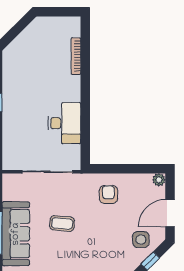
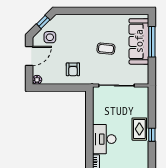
rug: (15, 111) -> (139, 129), added
desk: (64, 123) -> (104, 139), moved

